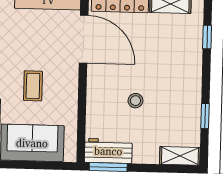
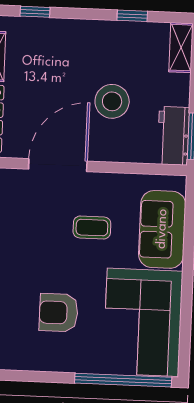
door: (84, 39) -> (58, 165), moved
stool: (135, 101) -> (112, 101), width x1.89, depth x1.89

